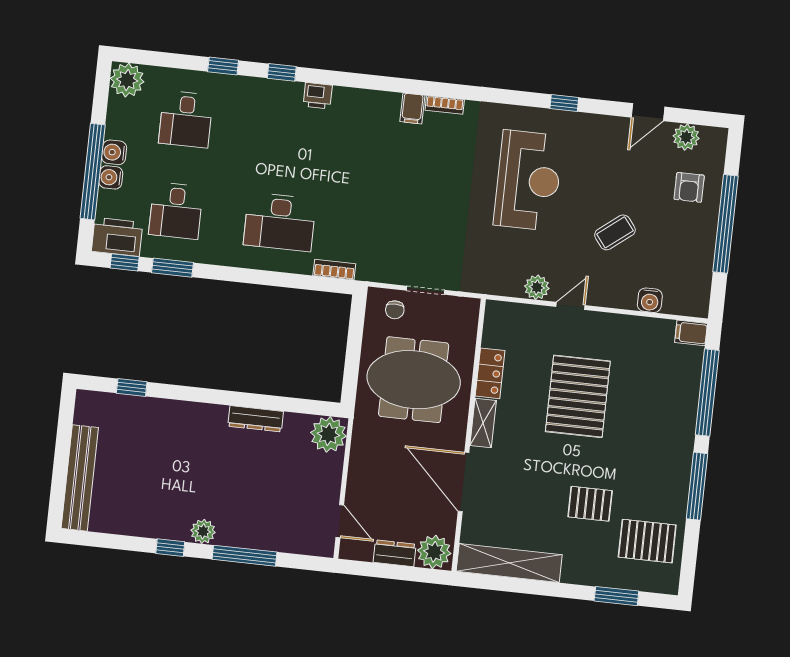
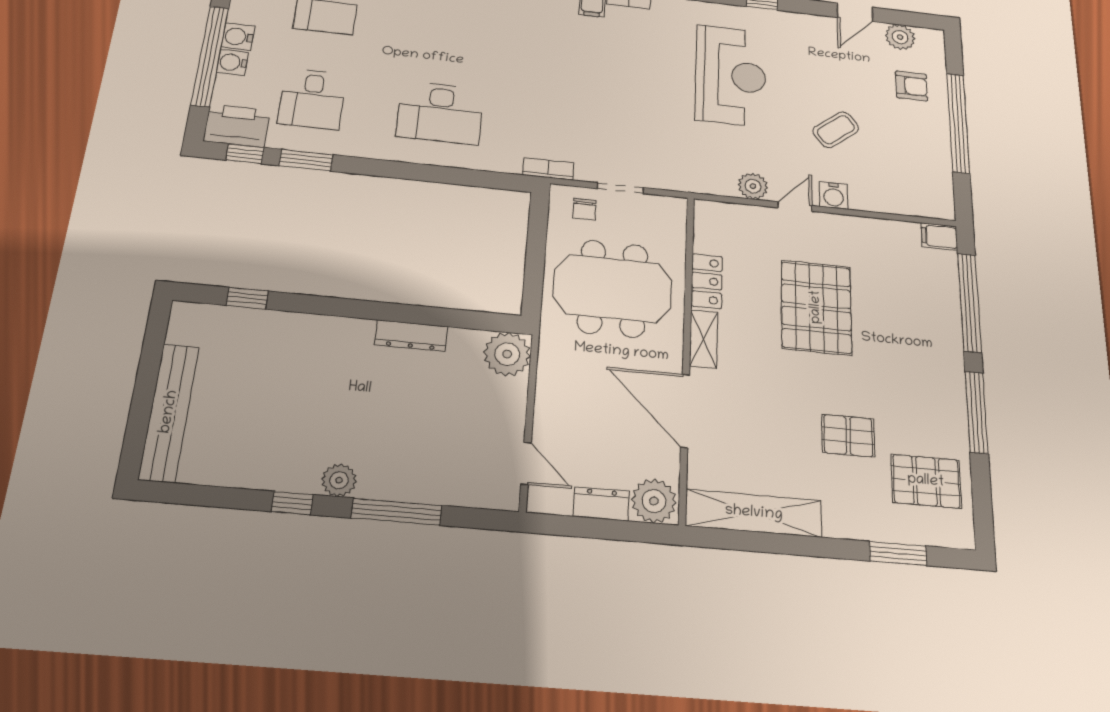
armchair: (689, 187) -> (912, 86), turned -90
bookcase: (334, 270) -> (548, 169), moved
water cooler: (650, 300) -> (834, 195), moved

